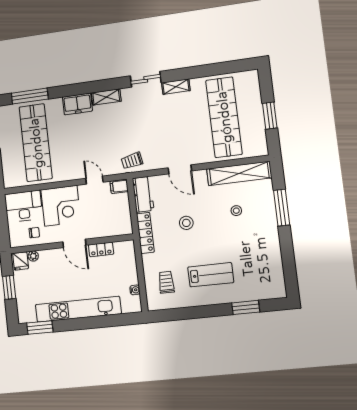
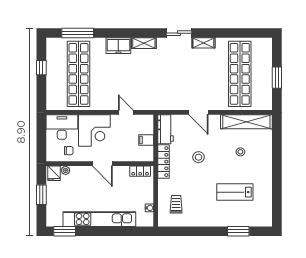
trolley: (132, 161) -> (159, 100), removed
filing cabinet: (119, 186) -> (146, 140), moved
window: (282, 208) -> (277, 154), removed
locker: (101, 249) -> (140, 171), moved
lab bench: (211, 275) -> (235, 192), moved, turned 180

